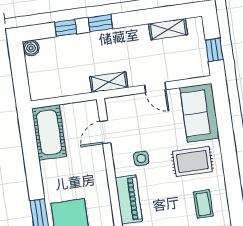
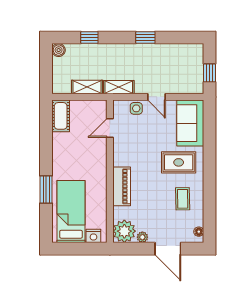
window: (100, 23) -> (145, 38), moved
shelving: (168, 29) -> (87, 87), moved
cot: (49, 132) -> (61, 116), width x0.73, depth x0.75
side table: (141, 158) -> (136, 108), moved

